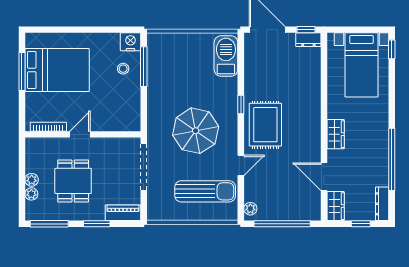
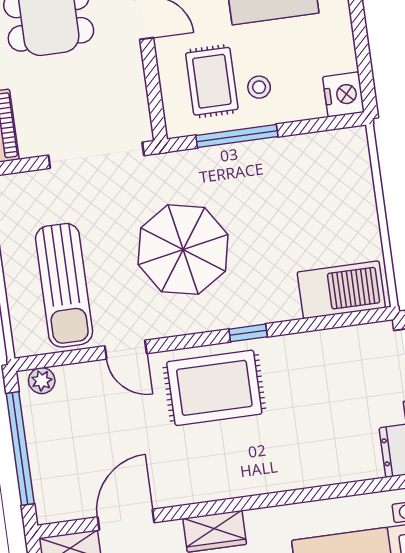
window: (144, 67) -> (237, 136), moved
stool: (123, 69) -> (259, 87), moved
rug: (115, 105) -> (212, 81), added

